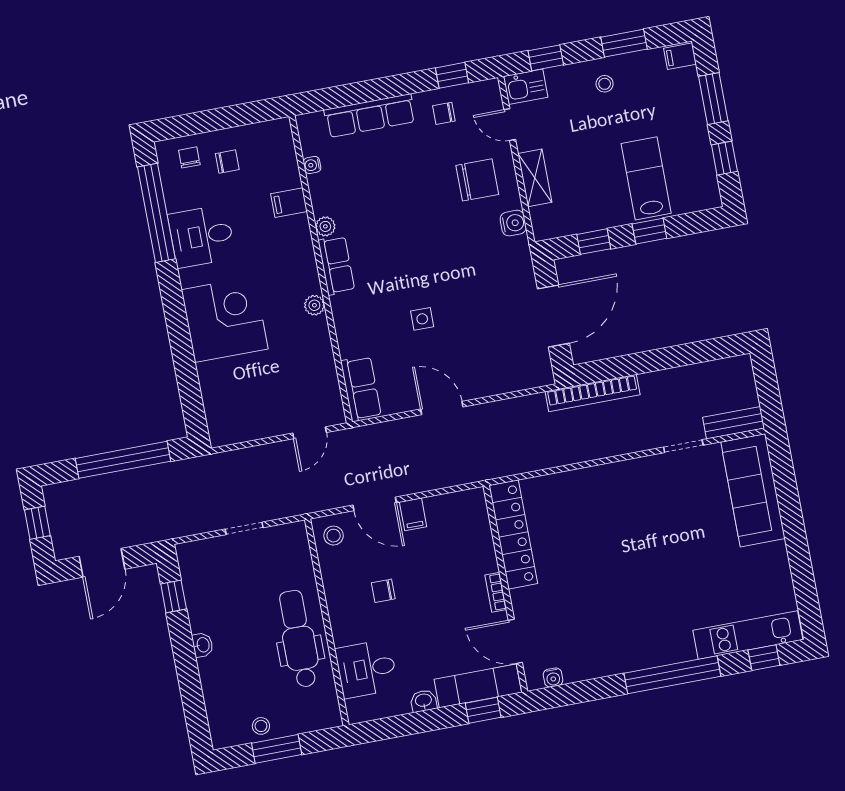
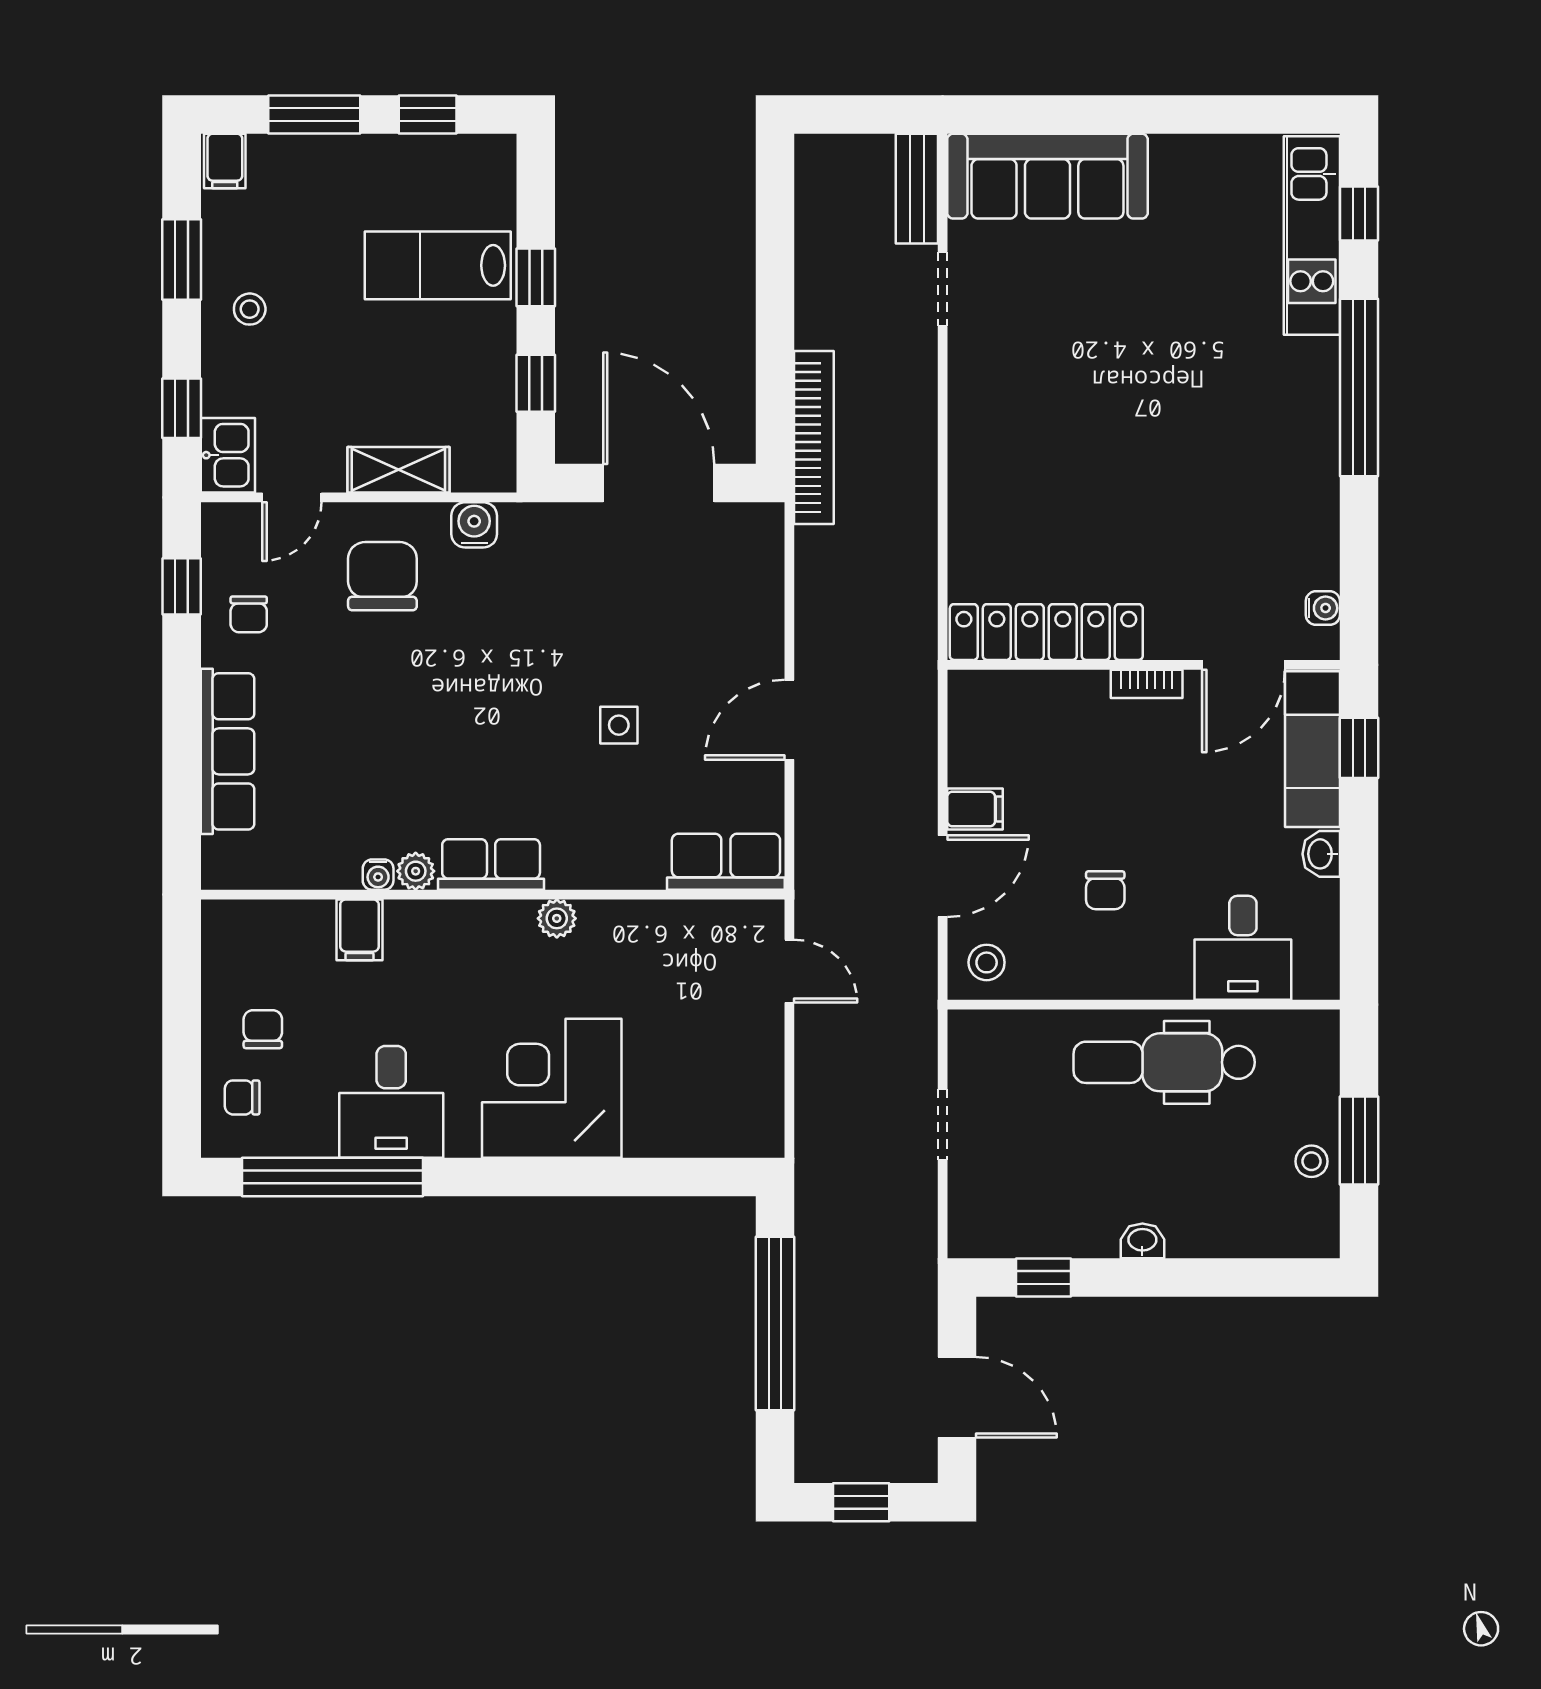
water cooler: (312, 165) -> (378, 875), moved

